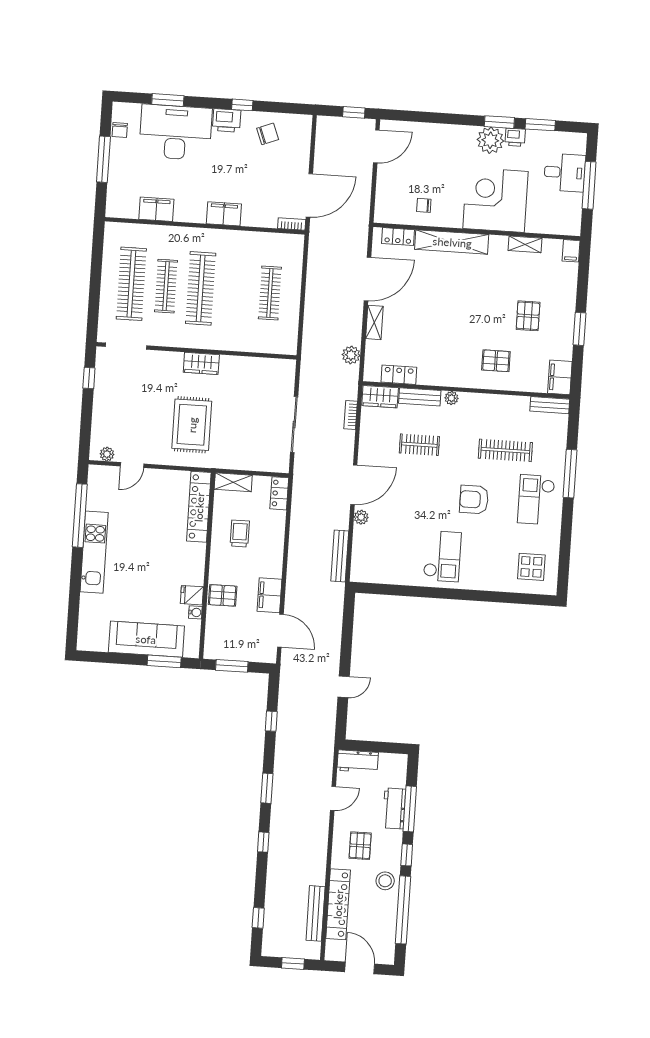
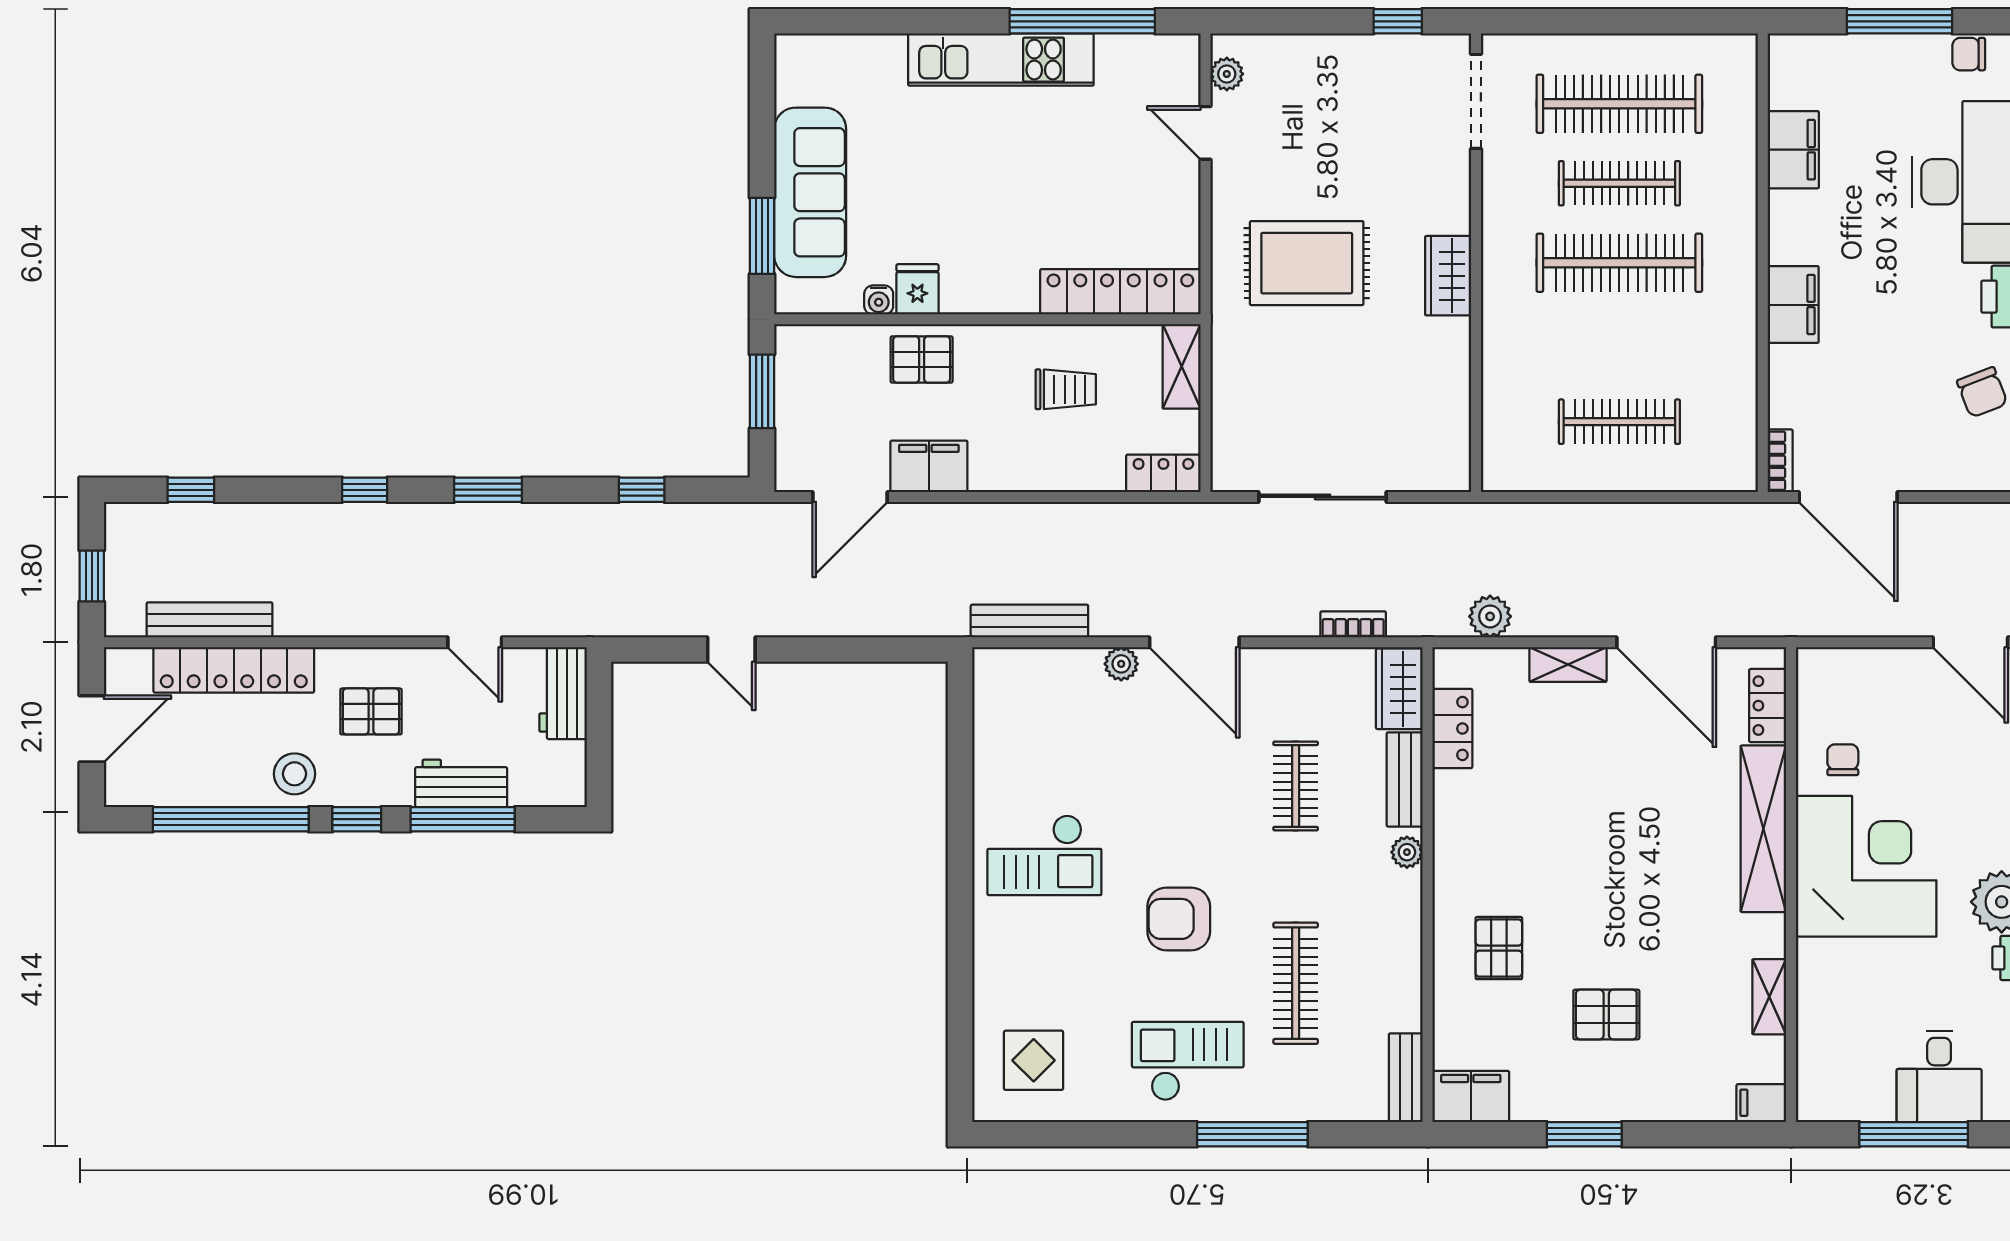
corner desk: (496, 200) -> (1866, 866), moved
armchair: (474, 500) -> (1179, 919), turned -90
pallet: (223, 595) -> (922, 359), turned 90

